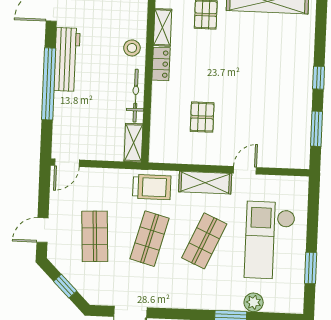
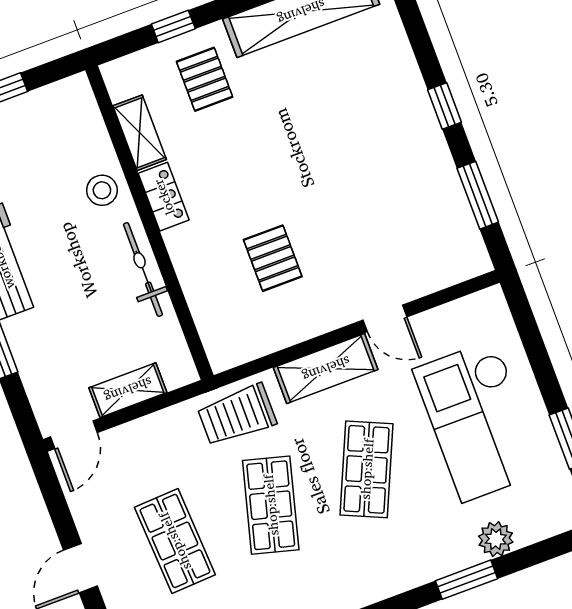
shelving: (133, 143) -> (128, 390), moved, turned 90
door: (245, 170) -> (385, 318), swing flipped
trolley: (152, 187) -> (237, 415), turned 180

